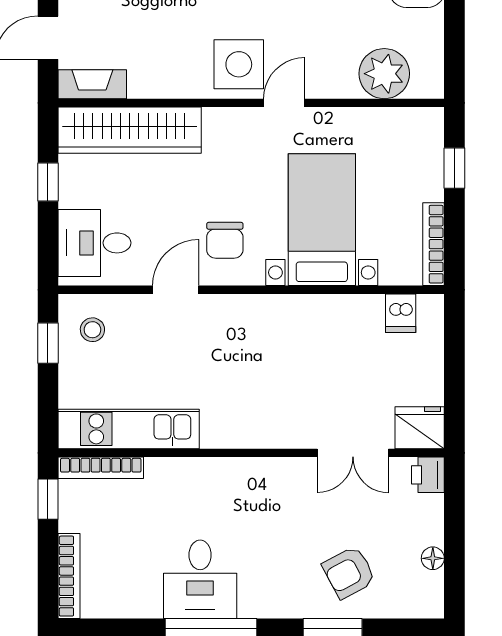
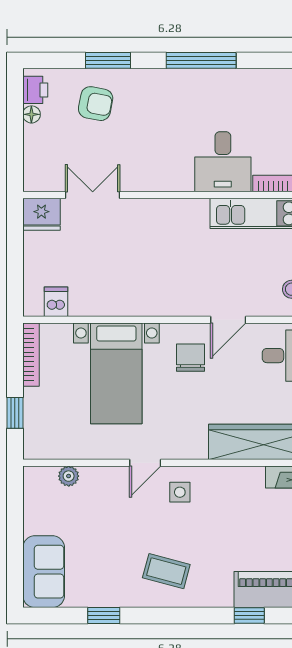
side table: (239, 64) -> (180, 492), width x0.54, depth x0.54
plant: (384, 74) -> (69, 476), width x0.53, depth x0.53
printer: (428, 475) -> (35, 90), moved
armchair: (349, 572) -> (96, 104), turned 39
desk: (200, 579) -> (223, 162), moved, turned 180

